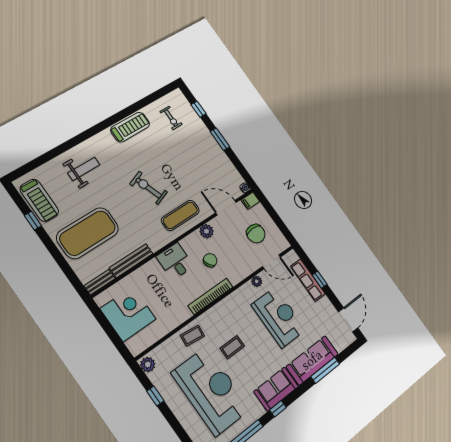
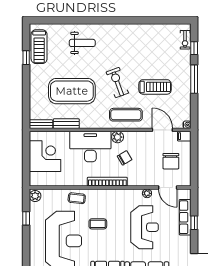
exercise bike: (171, 118) -> (185, 40), moved
treadmill: (130, 127) -> (155, 87), moved
window: (220, 139) -> (194, 79), width x1.44
plant: (207, 231) -> (118, 137), moved
exercise mat: (88, 233) -> (72, 91), moved
bench: (131, 261) -> (66, 124), width x0.73
desk: (175, 261) -> (90, 146), width x1.87, depth x1.30

